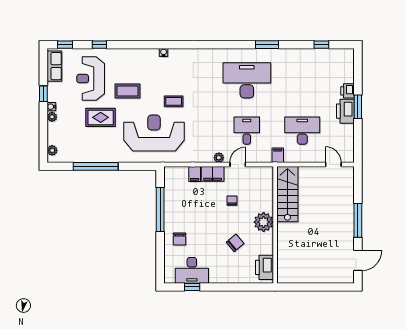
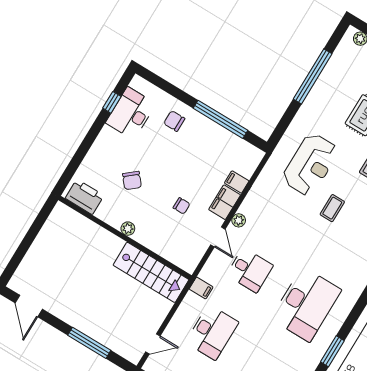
reception desk: (154, 133) -> (310, 165), width x0.74, depth x0.77
window: (358, 220) -> (89, 343), moved
plant: (264, 222) -> (128, 229), width x0.53, depth x0.53

